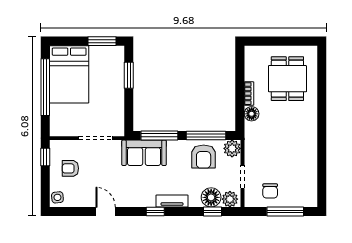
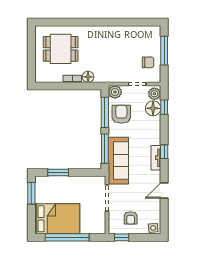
sofa: (144, 153) -> (118, 161), width x1.36
armchair: (204, 157) -> (121, 114), turned -90
tv unit: (172, 201) -> (156, 158), moved

